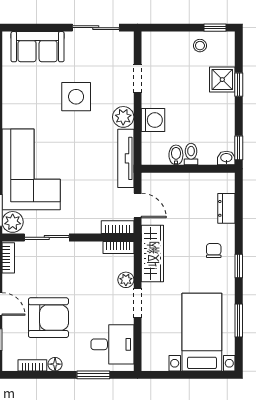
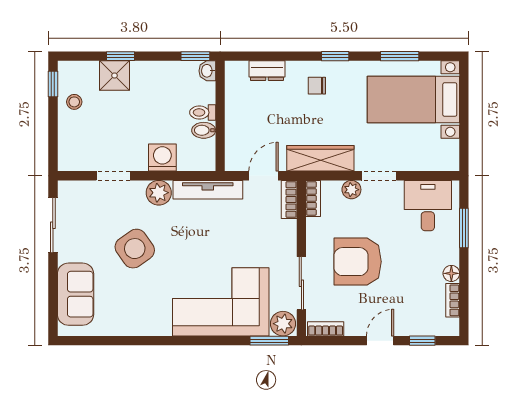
side table: (76, 97) -> (135, 249), turned -35
armchair: (48, 318) -> (358, 262), moved, turned -90

